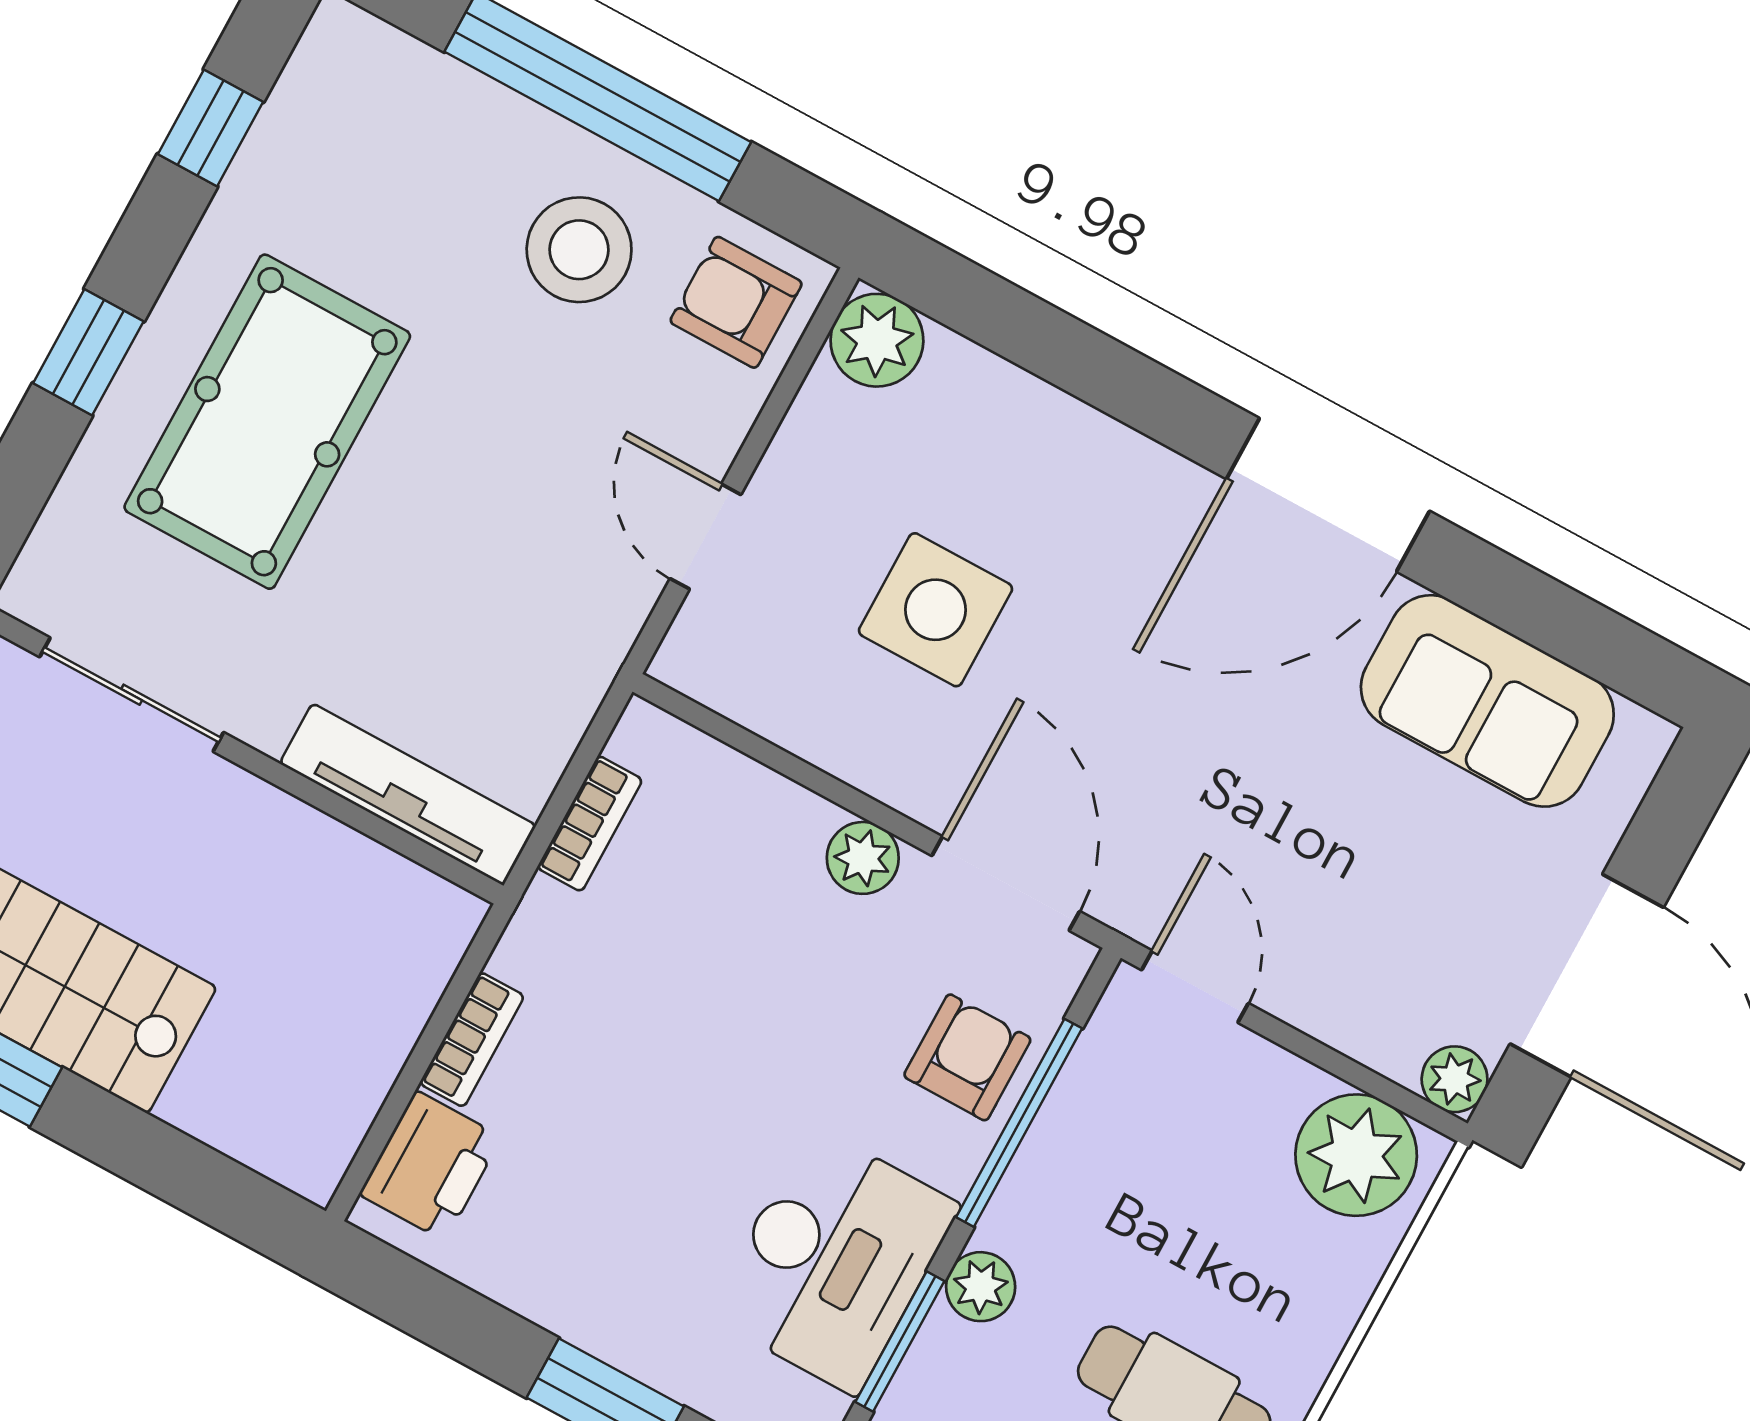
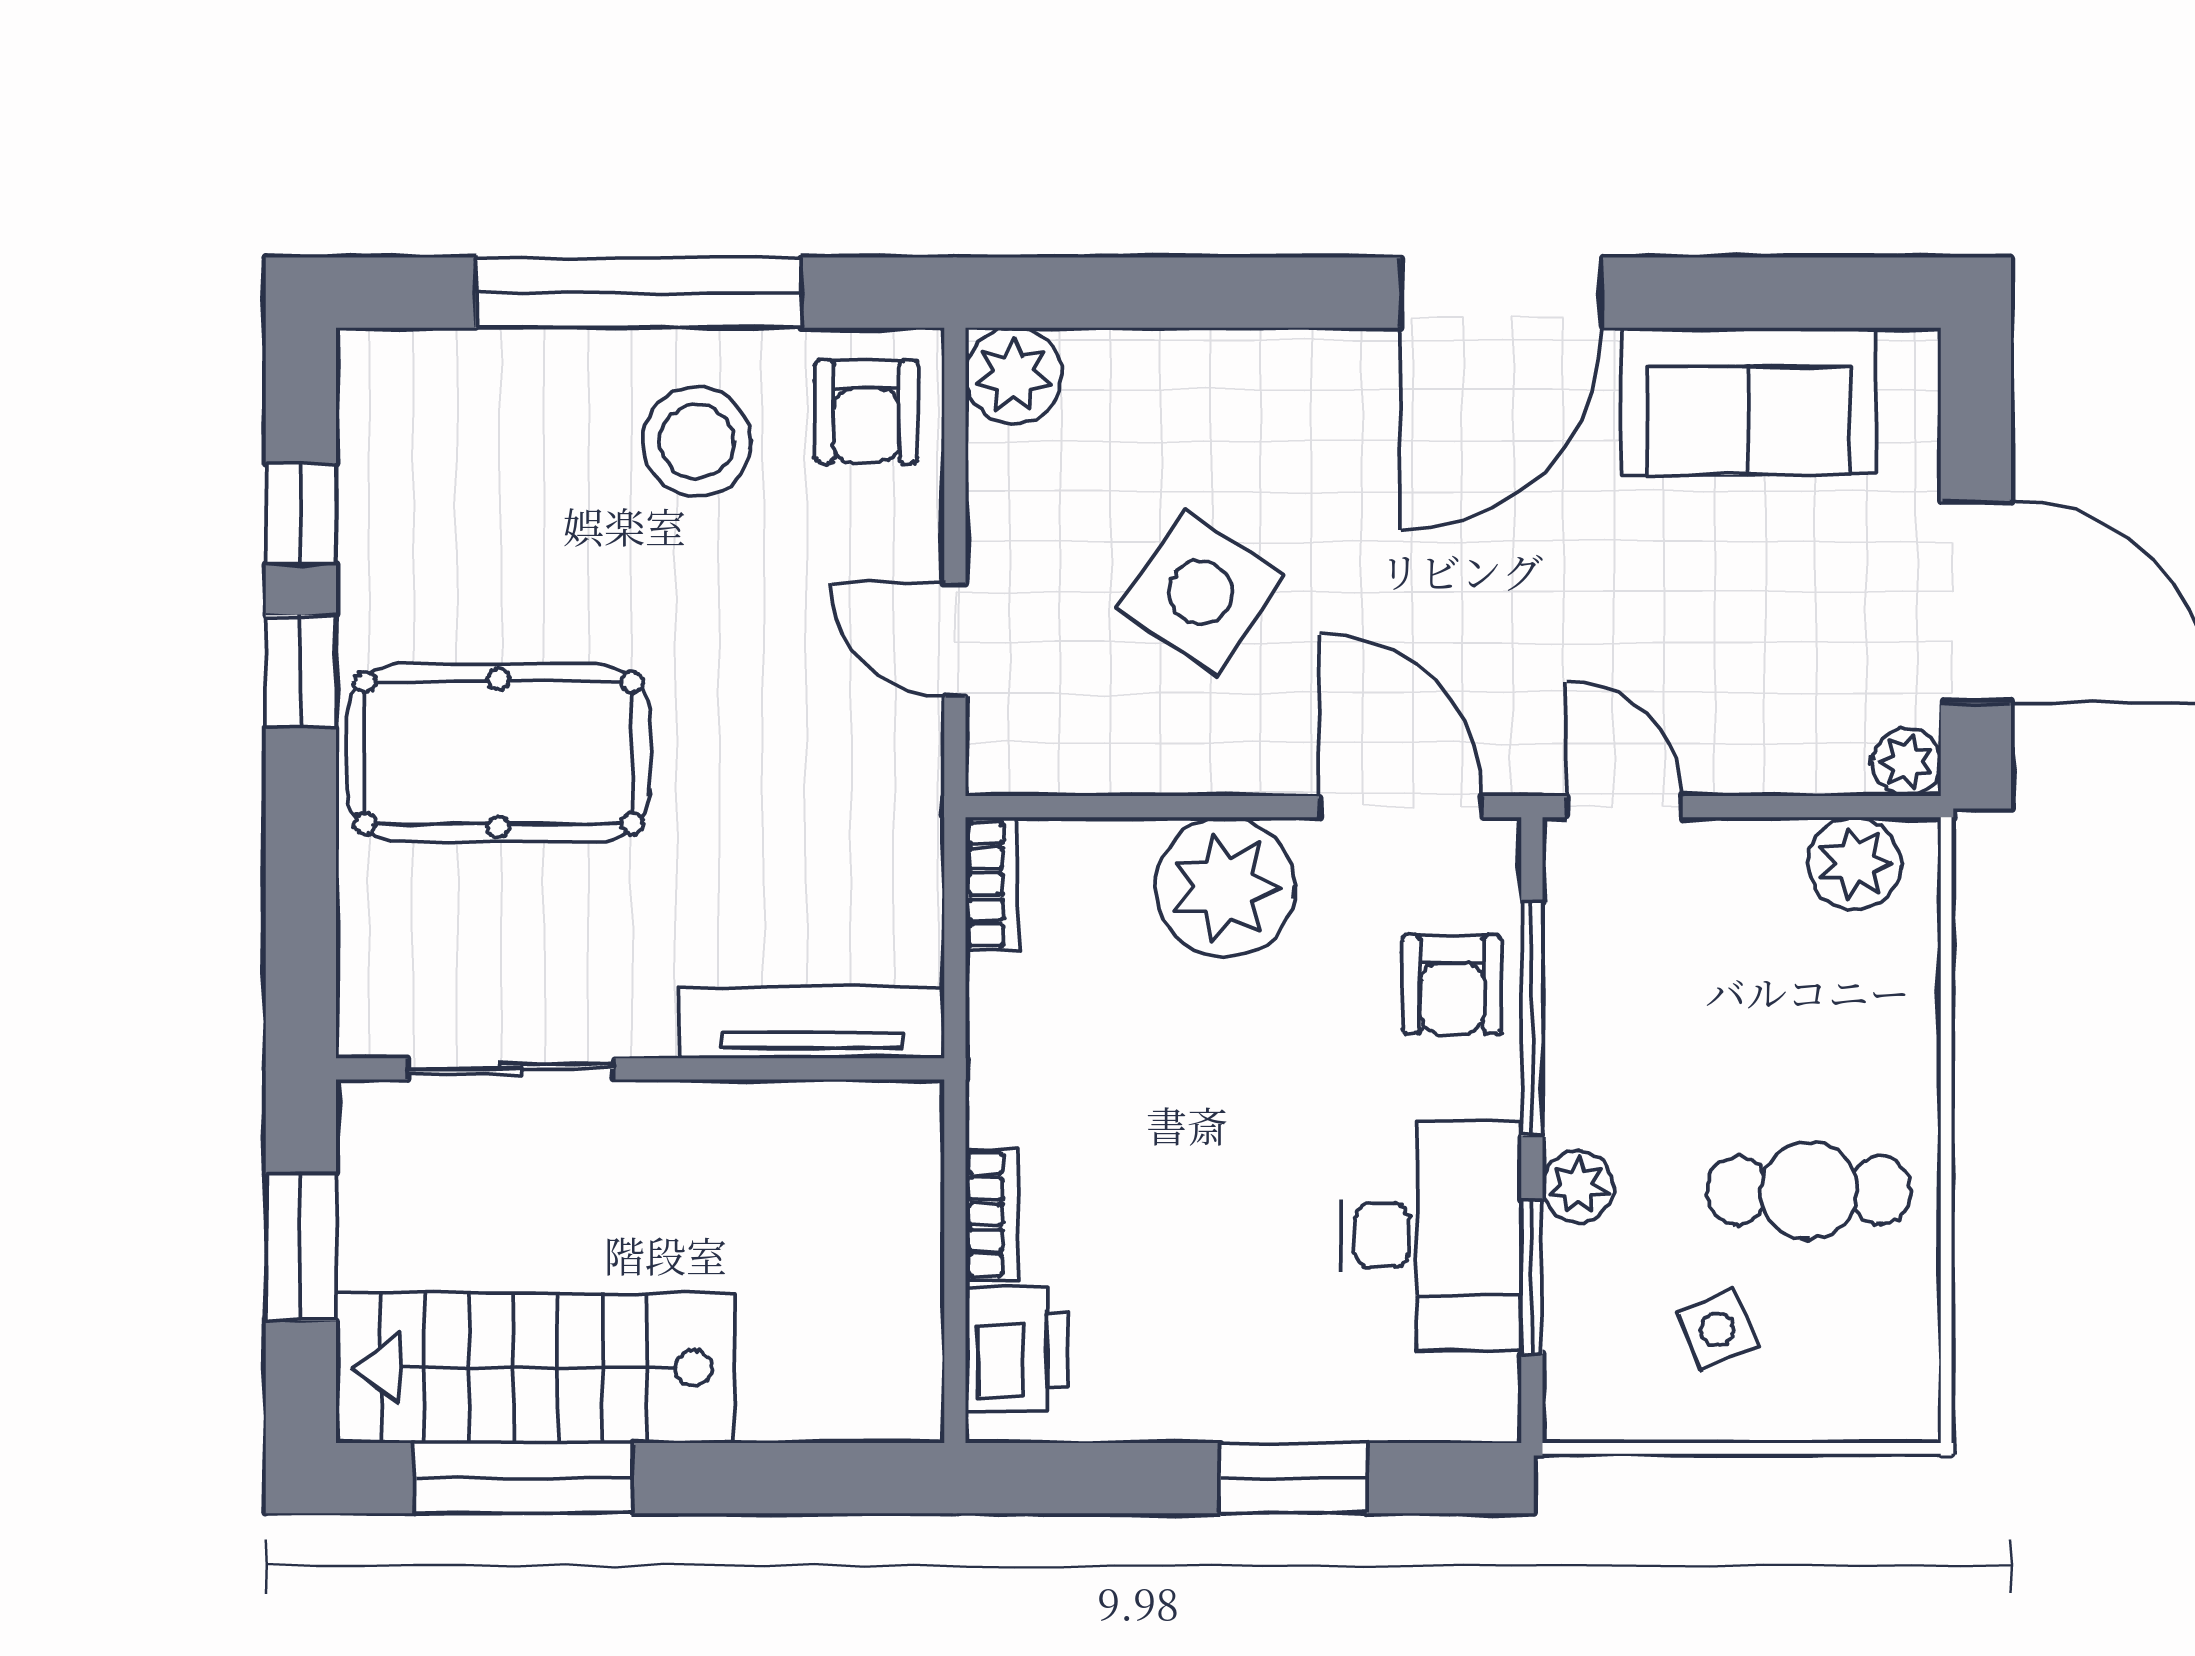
armchair: (736, 302) -> (866, 411), turned -90
window: (88, 352) -> (301, 671), moved
pool table: (267, 422) -> (498, 753), turned 90
side table: (935, 610) -> (1201, 592), turned 34
bookcase: (590, 824) -> (992, 884), moved
plant: (863, 858) -> (1225, 887), width x1.88, depth x1.88
armchair: (967, 1057) -> (1452, 984), turned 180
plant: (1356, 1155) -> (1855, 863), width x0.73, depth x0.73

